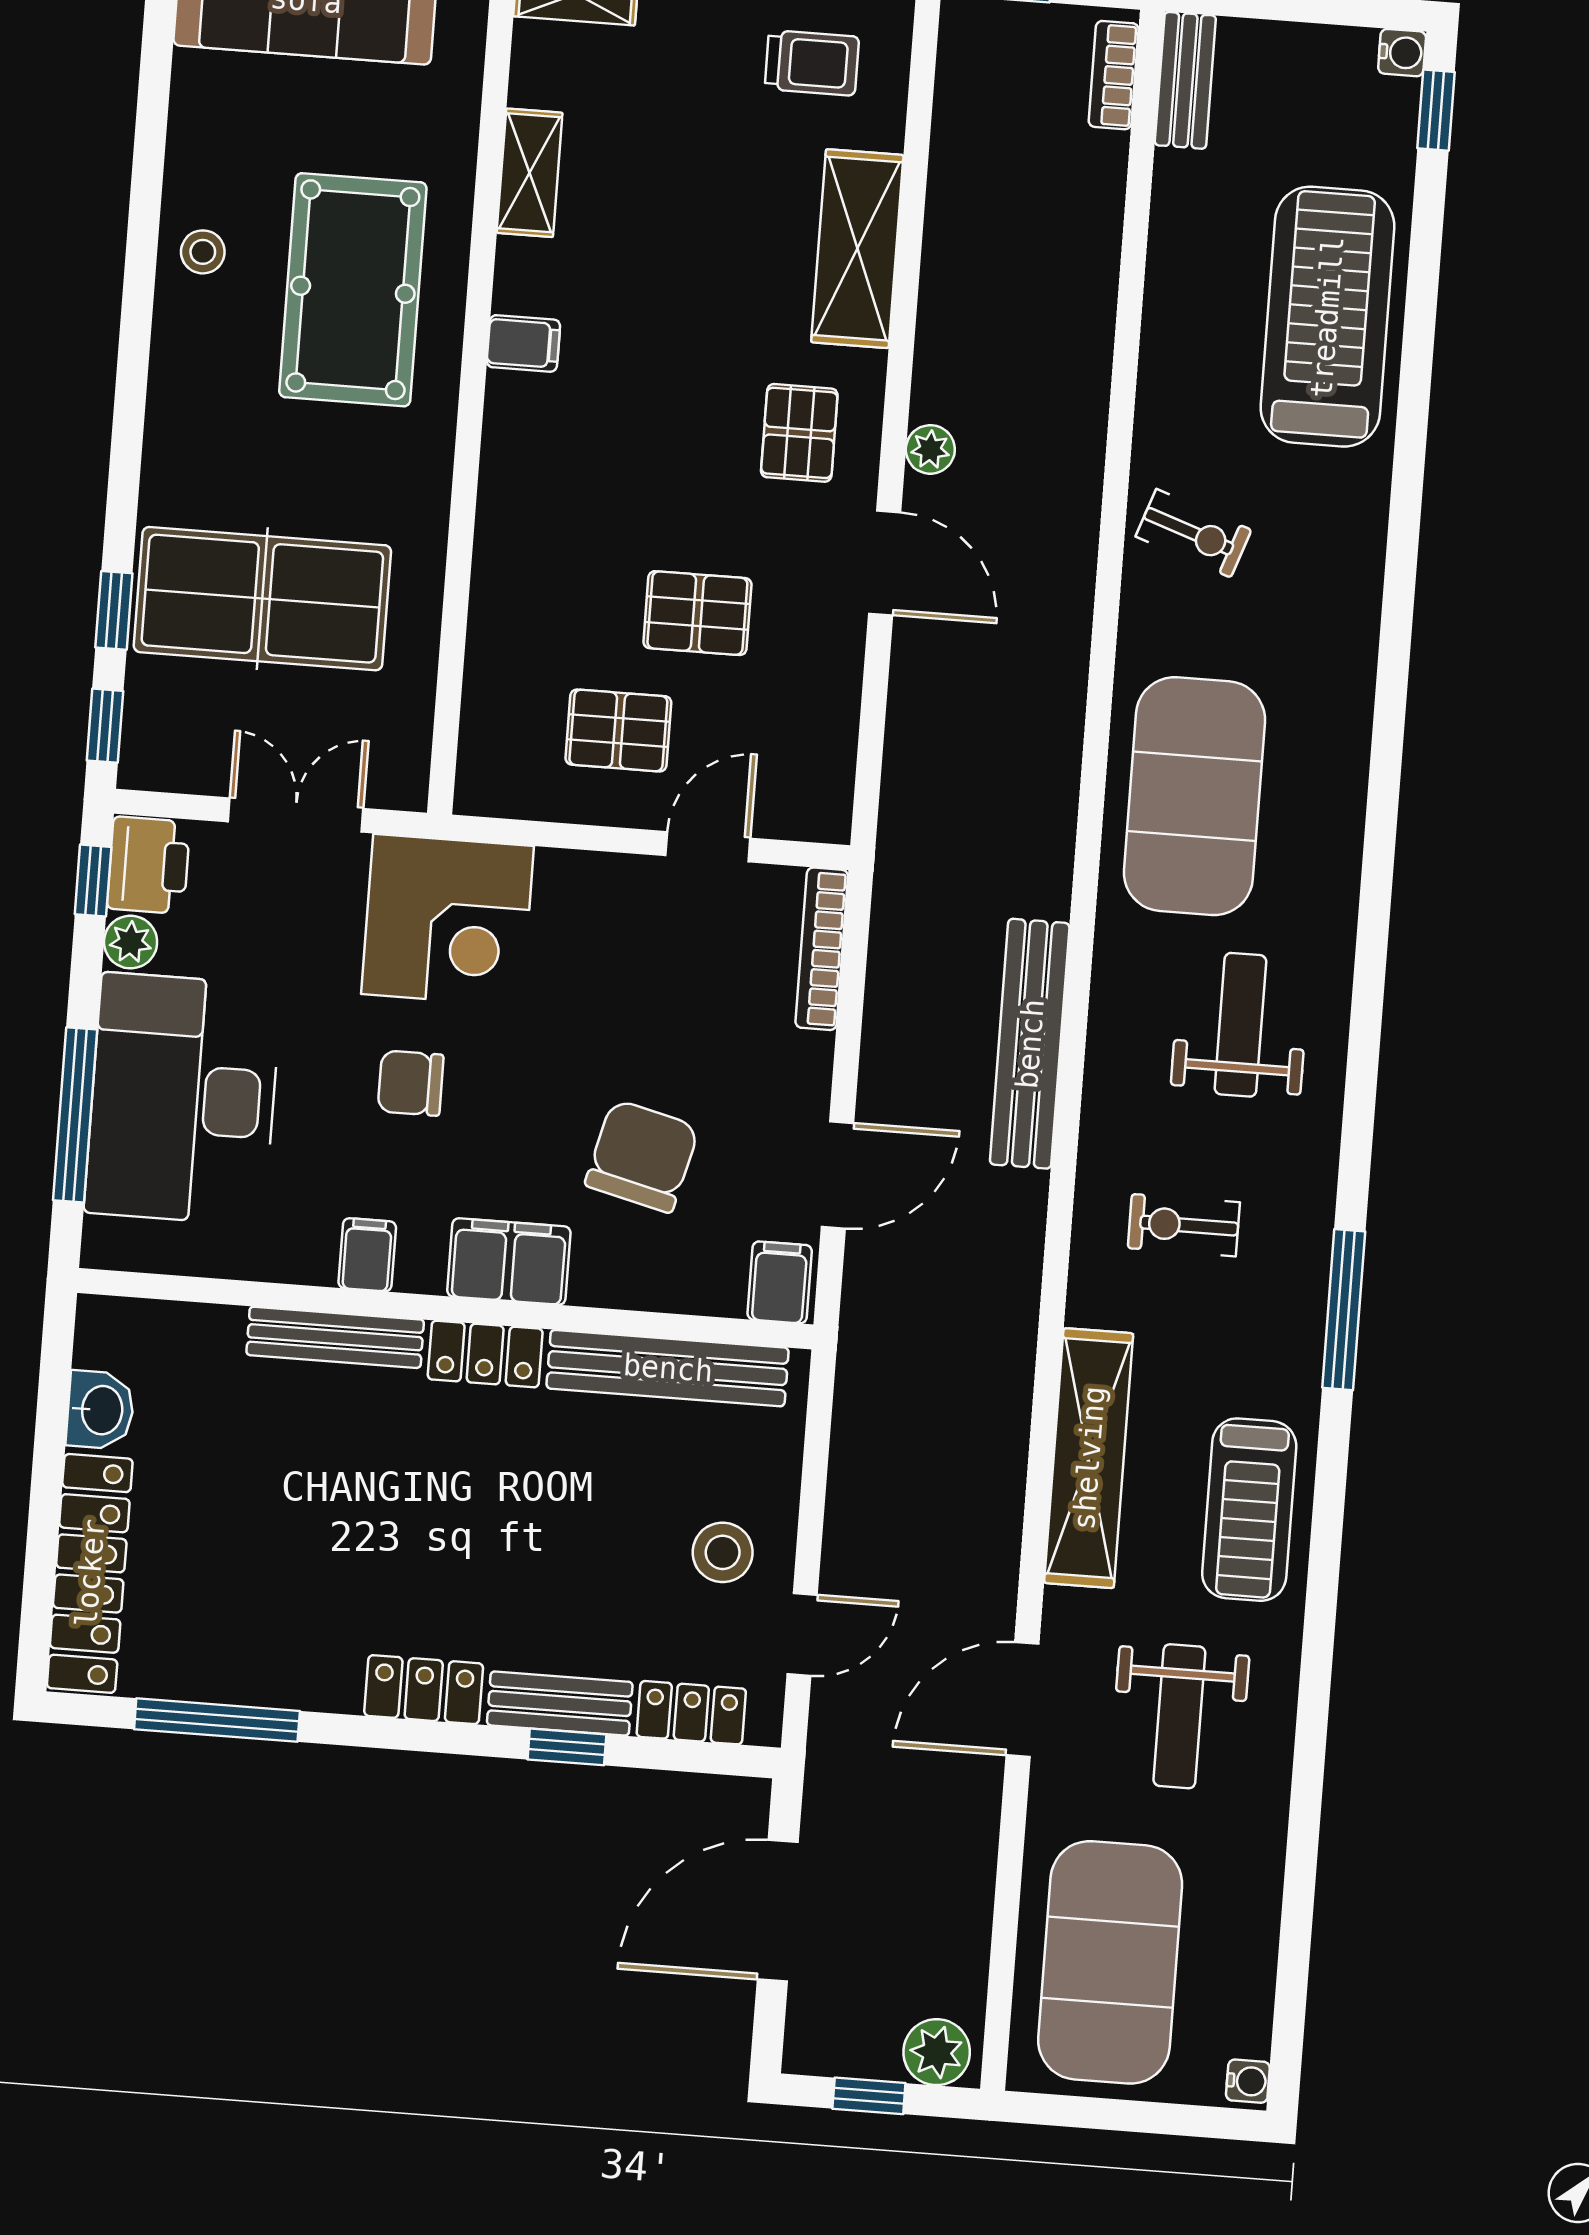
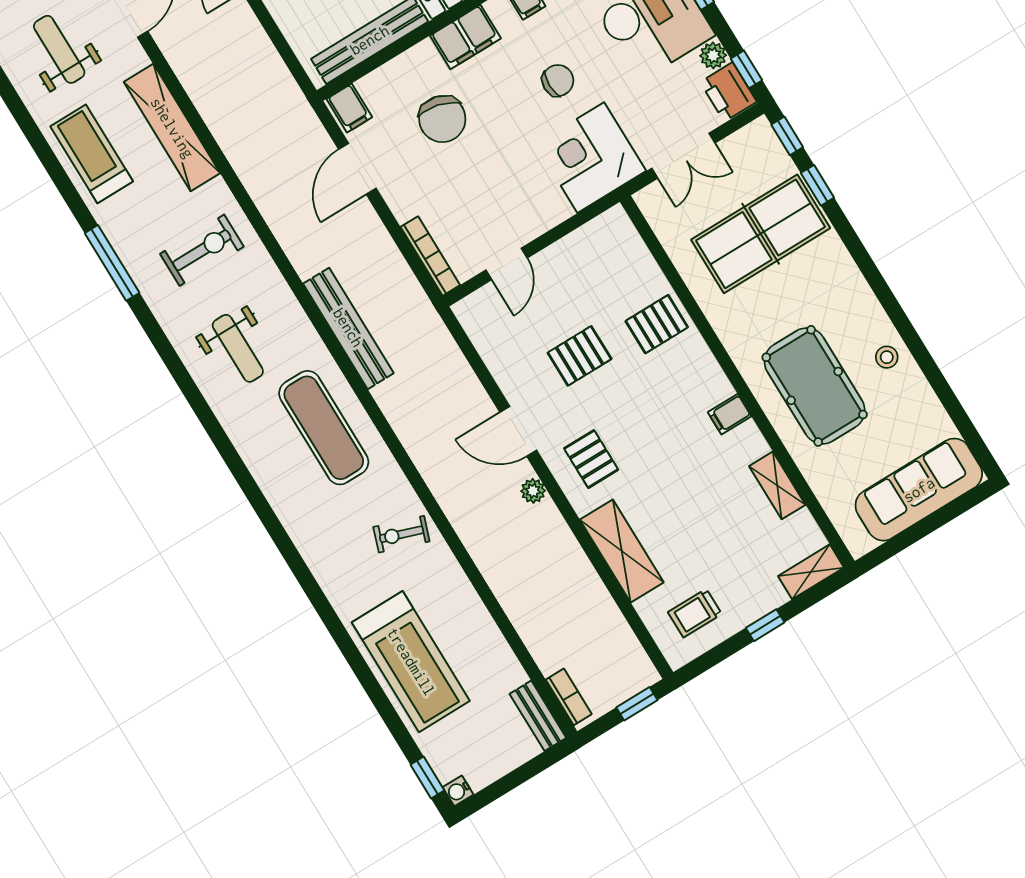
pallet: (618, 730) -> (657, 324), moved
exercise mat: (1194, 796) -> (324, 428), width x0.68
bench: (1030, 1044) -> (348, 328), moved
exercise bike: (1184, 1225) -> (202, 250), width x1.38, depth x1.39

